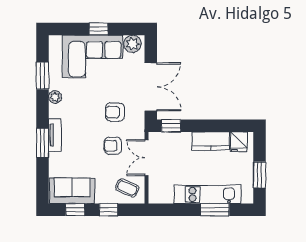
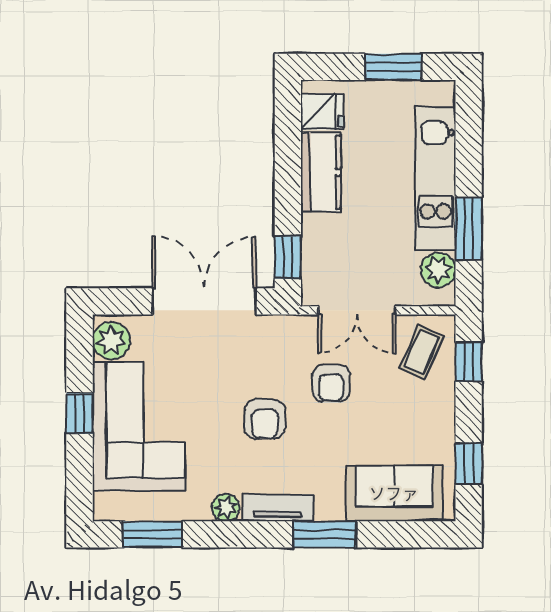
window: (43, 76) -> (152, 534), moved
armchair: (115, 112) -> (265, 419), moved
tv unit: (55, 135) -> (278, 508), moved
sofa: (72, 191) -> (394, 493), moved, turned 90
plant: (165, 196) -> (438, 270), added
window: (108, 210) -> (469, 362), moved
window: (215, 210) -> (469, 229), moved

